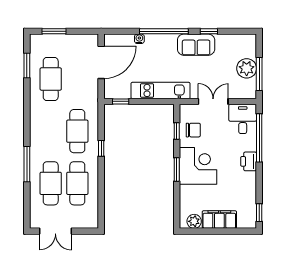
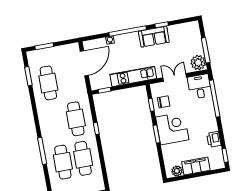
plant: (247, 68) -> (198, 63), moved
printer: (249, 161) -> (214, 139), moved

